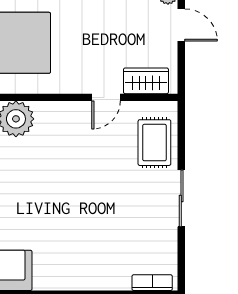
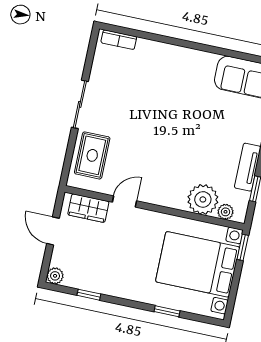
door: (181, 25) -> (53, 231), moved

